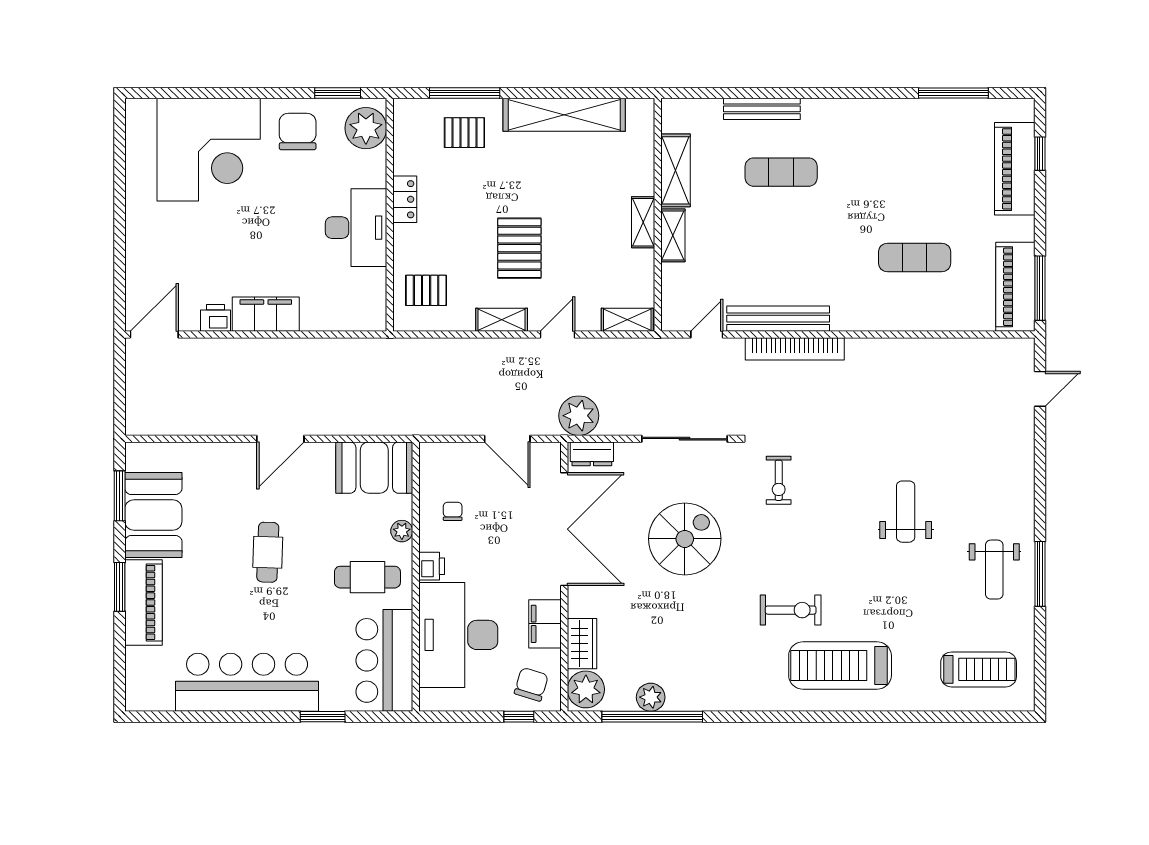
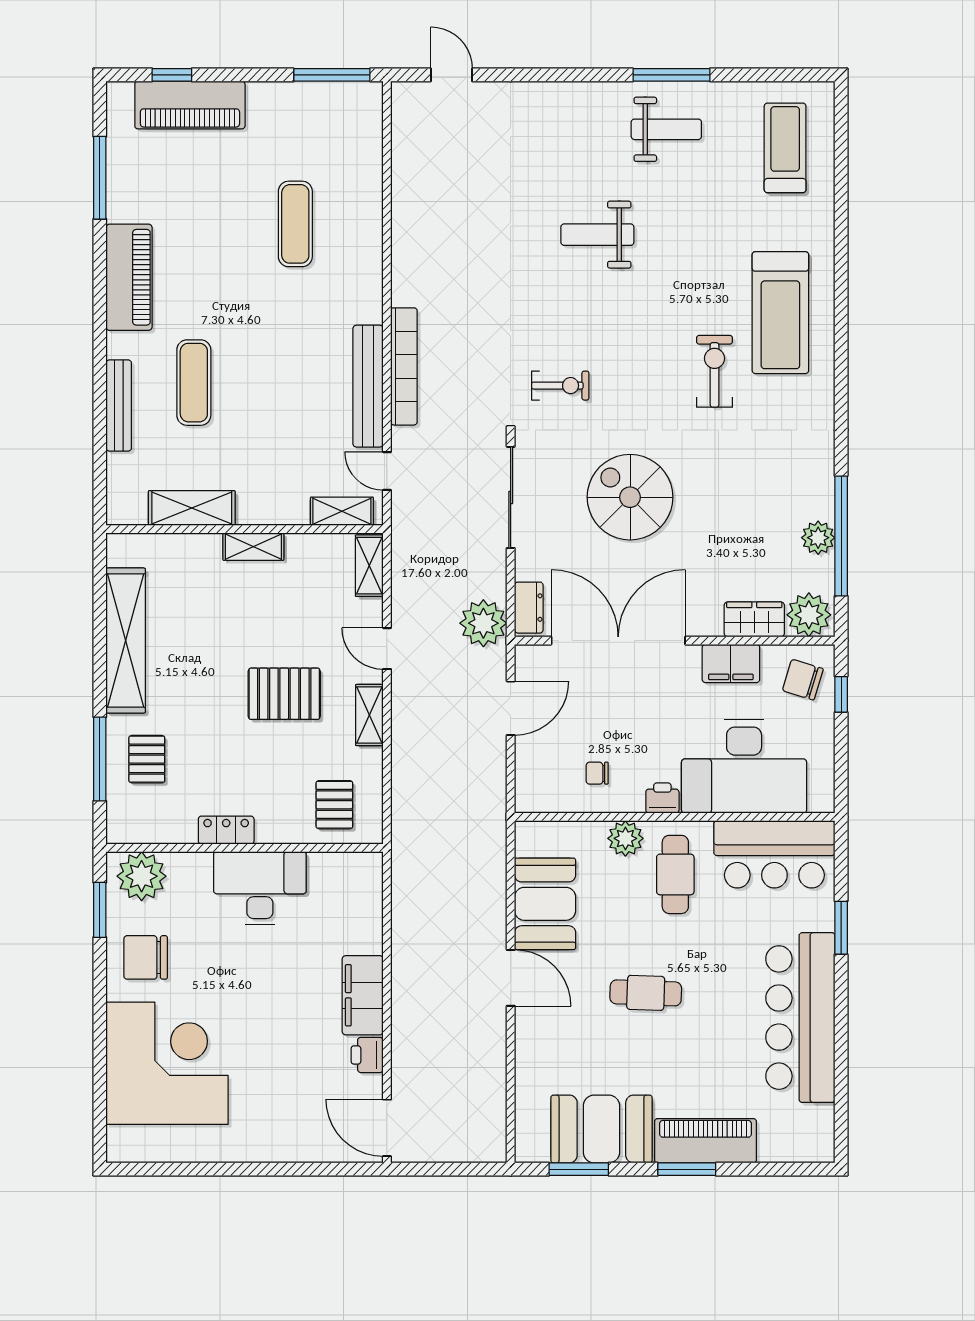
shelving: (673, 235) -> (342, 511), moved
piano: (1015, 287) -> (129, 277), moved, turned -90
booth: (374, 468) -> (545, 904), moved
plant: (402, 531) -> (625, 838), width x1.38, depth x1.38

